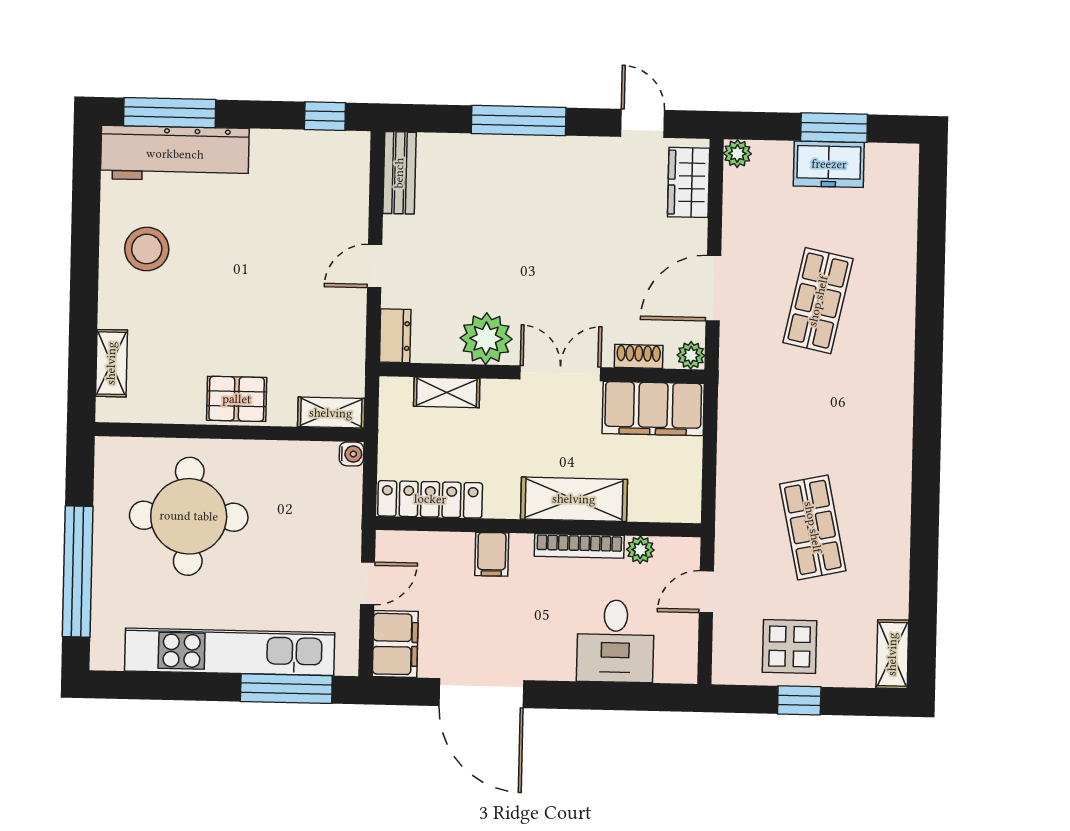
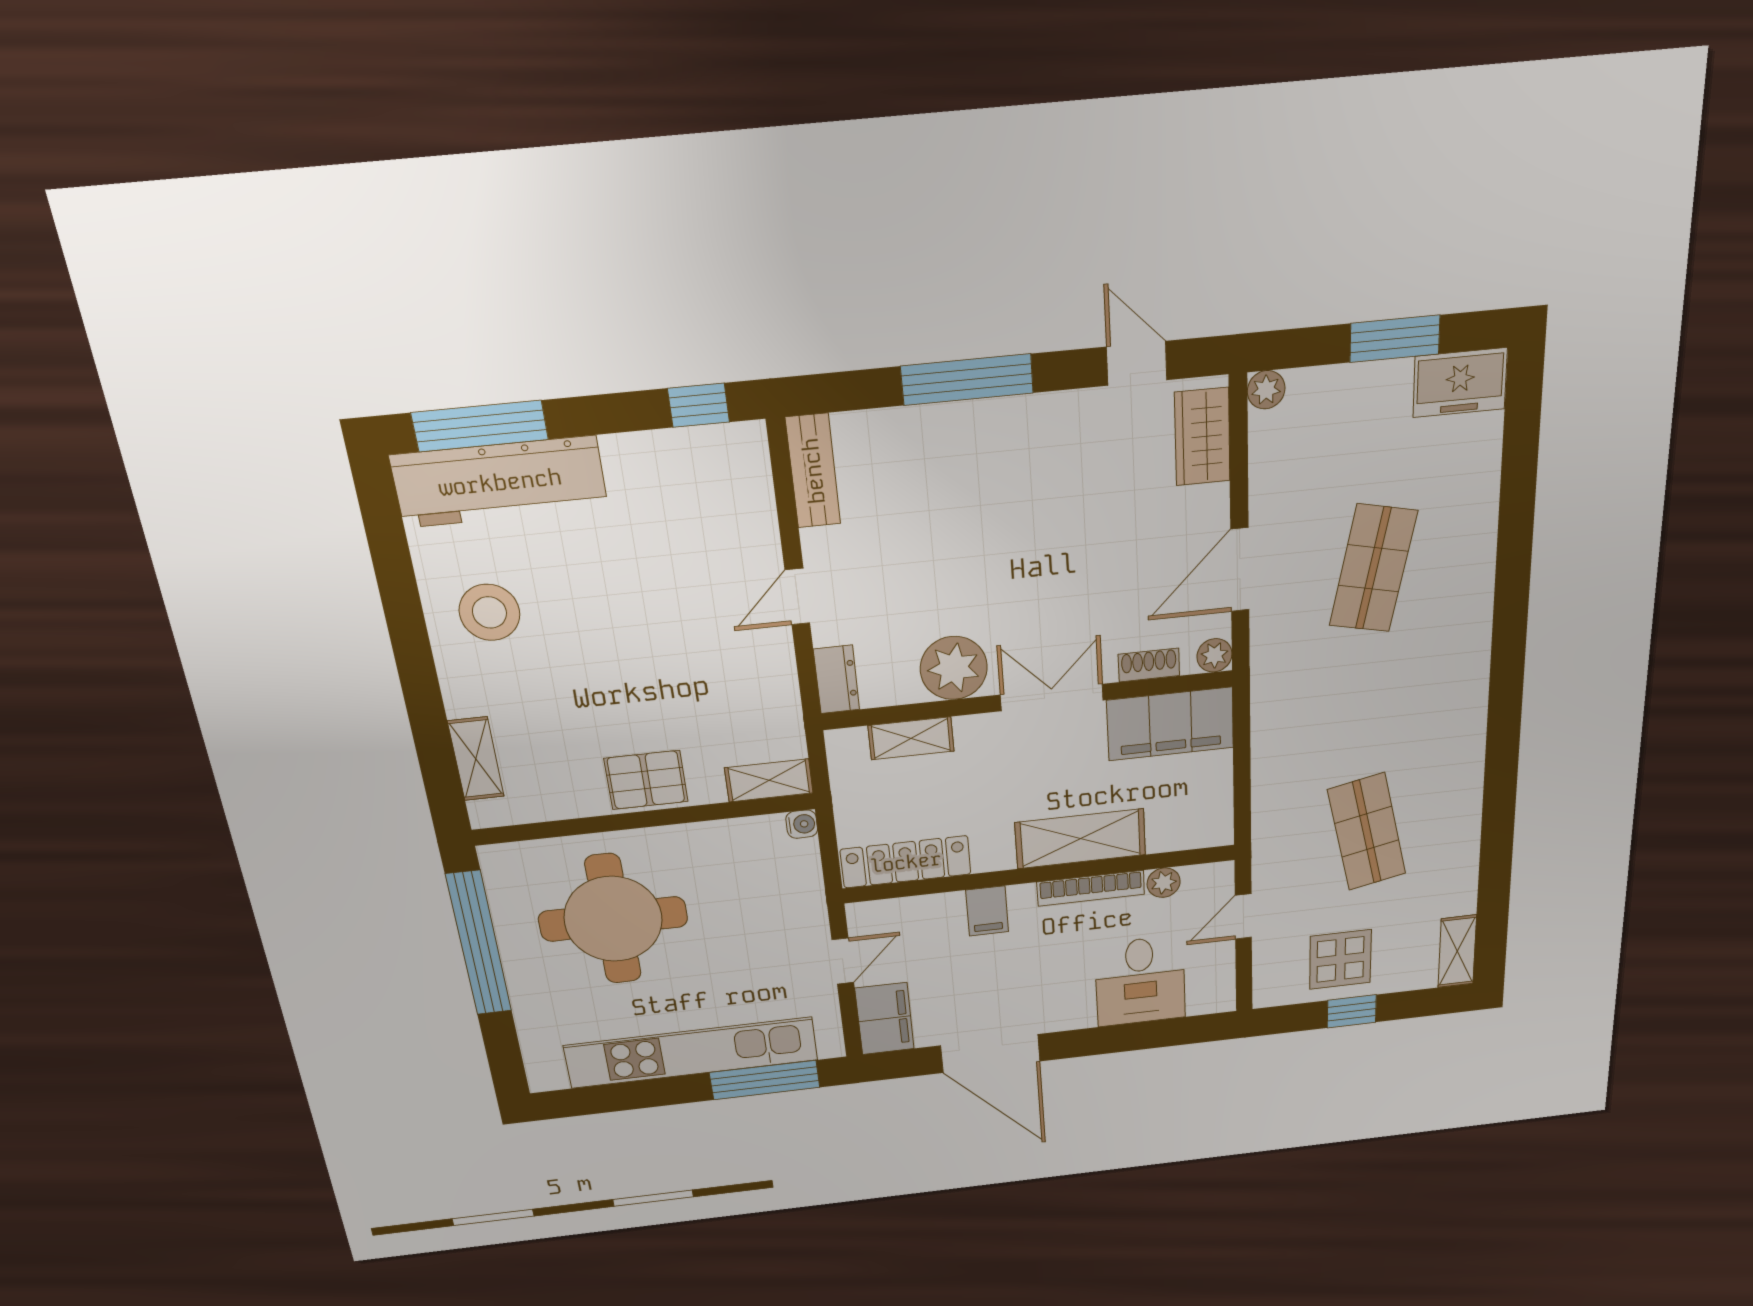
freezer: (829, 164) -> (1460, 383), moved
window: (78, 571) -> (479, 943), moved

